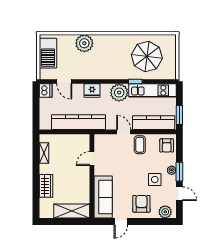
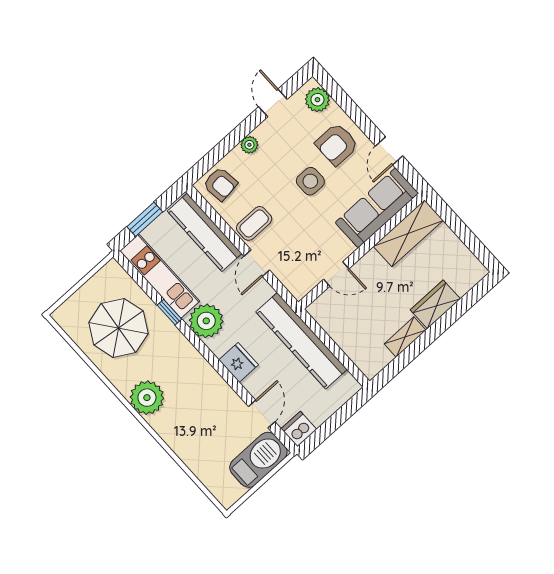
plant: (84, 43) -> (147, 398), moved
barbecue: (48, 53) -> (258, 460), moved
window: (179, 115) -> (145, 219), moved
armchair: (167, 145) -> (220, 184), turned 83
shelving: (44, 153) -> (405, 337), moved
window: (179, 172) -> (241, 132), removed
side table: (155, 180) -> (310, 181), moved
shelving: (72, 211) -> (408, 233), moved, turned 90
door: (121, 222) -> (389, 151), swing flipped

